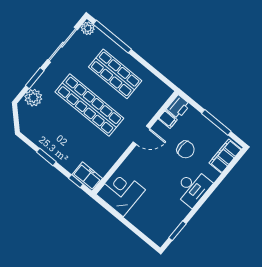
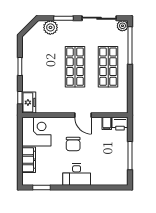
shop shelf: (89, 105) -> (75, 67), width x0.71
chair: (186, 149) -> (73, 144), moved
filing cabinet: (225, 156) -> (29, 160), moved, turned 90

